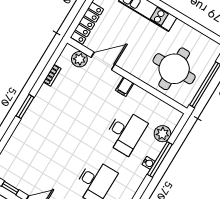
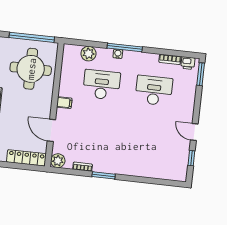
plant: (79, 59) -> (58, 161), moved
window: (25, 107) -> (104, 175), moved
window: (160, 159) -> (125, 48), moved

